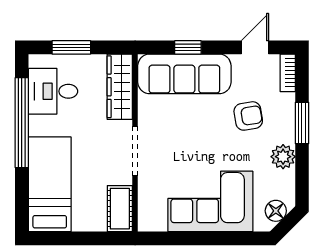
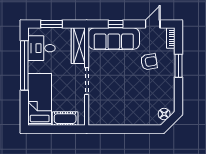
plant: (283, 157) -> (168, 84), removed
corner sofa: (210, 201) -> (128, 109), removed
cot: (120, 209) -> (65, 119), moved, turned 90

